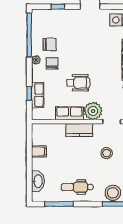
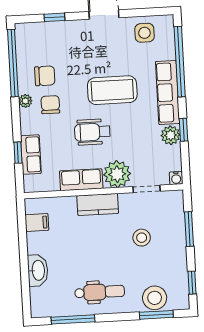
coffee table: (93, 56) -> (112, 90), added
wheelchair: (78, 83) -> (92, 132), turned 180
filing cabinet: (39, 152) -> (37, 223), moved
washbasin: (38, 181) -> (38, 270), moved
dental chair: (77, 187) -> (100, 292), turned 180

